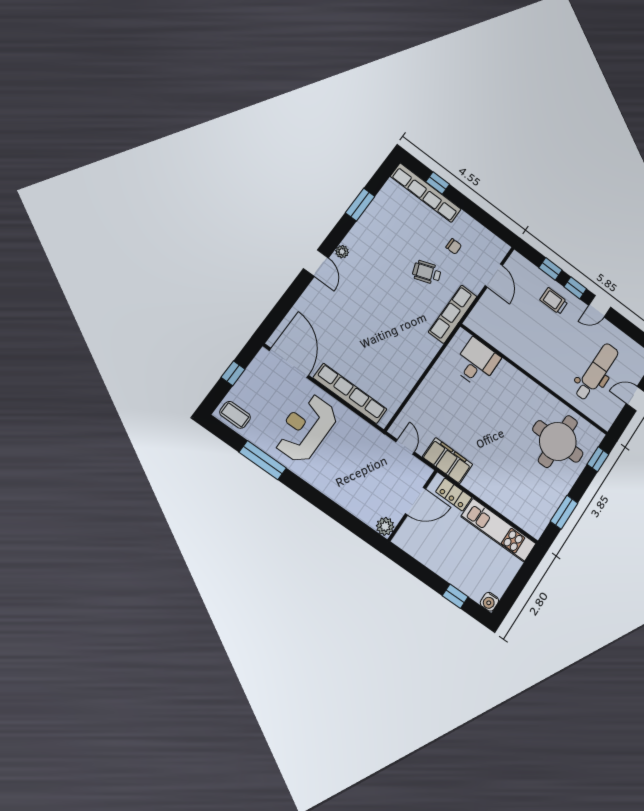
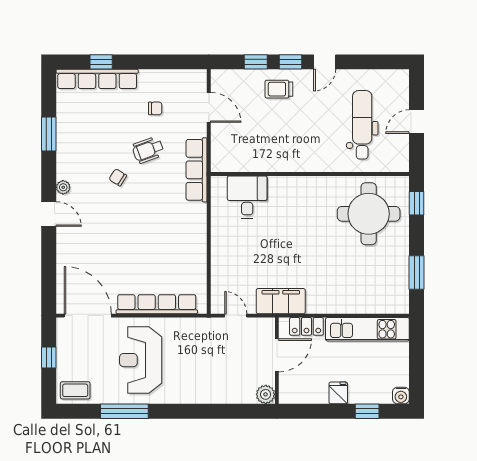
chair: (389, 276) -> (118, 177), added
fridge: (443, 565) -> (338, 393), added

